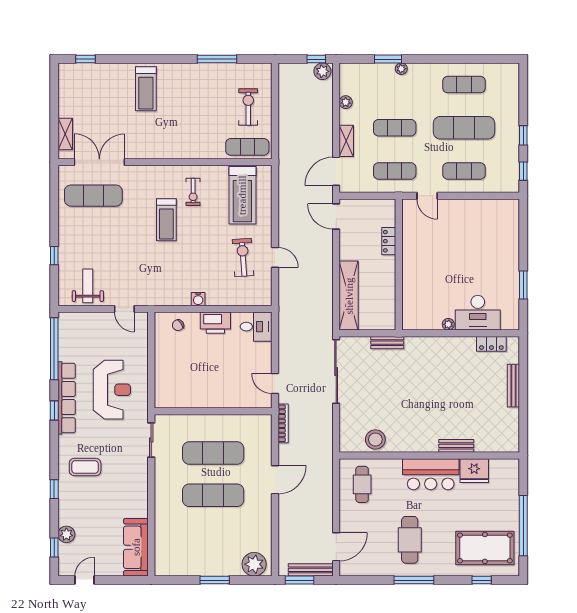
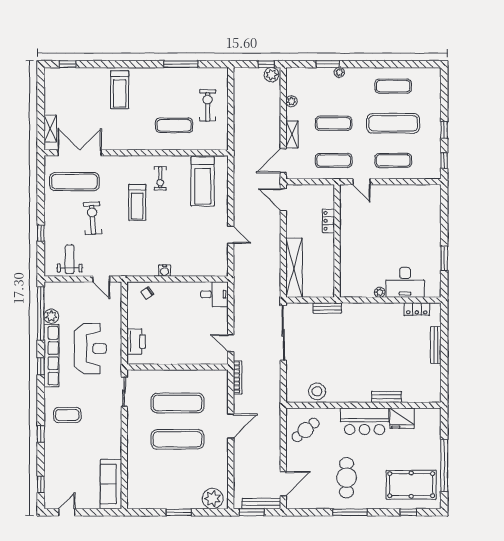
exercise mat: (247, 147) -> (174, 125), moved
exercise bike: (243, 258) -> (93, 218), moved
printer: (215, 323) -> (136, 341), moved, turned -90
cafe table: (362, 484) -> (306, 430), turned 51
plant: (66, 534) -> (51, 316), moved

